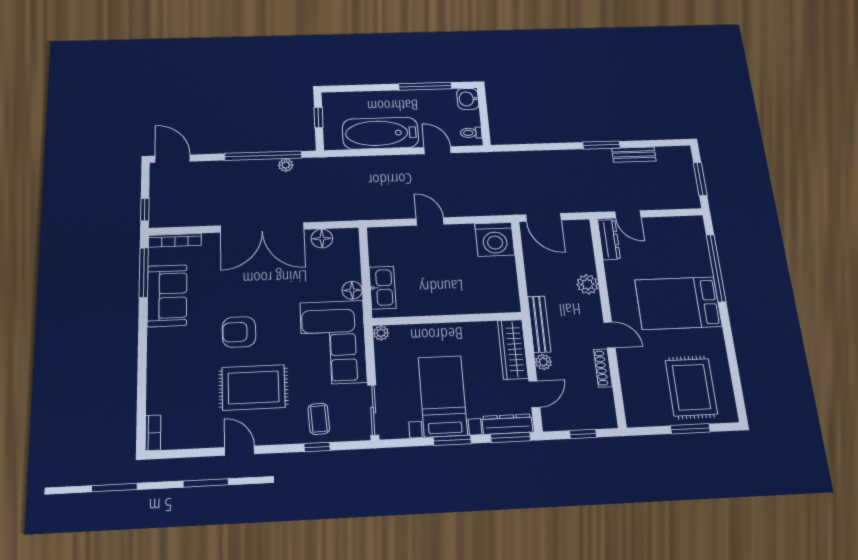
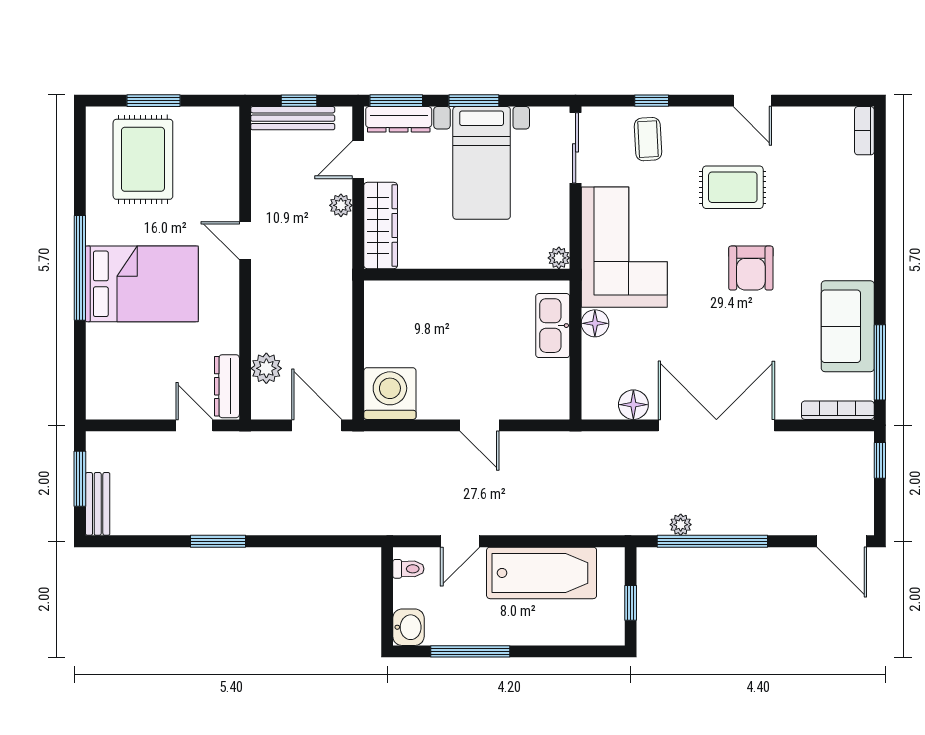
door: (438, 150) -> (460, 541), hinge flipped
bench: (634, 155) -> (98, 504), moved, turned 90
window: (716, 268) -> (80, 268), moved
plant: (587, 284) -> (266, 368), moved
bench: (539, 324) -> (293, 118), moved, turned 90
armchair: (239, 332) -> (751, 268), turned 90
shoe rack: (603, 368) -> (260, 193), removed
rug: (253, 387) -> (733, 187), width x0.73, depth x0.70

